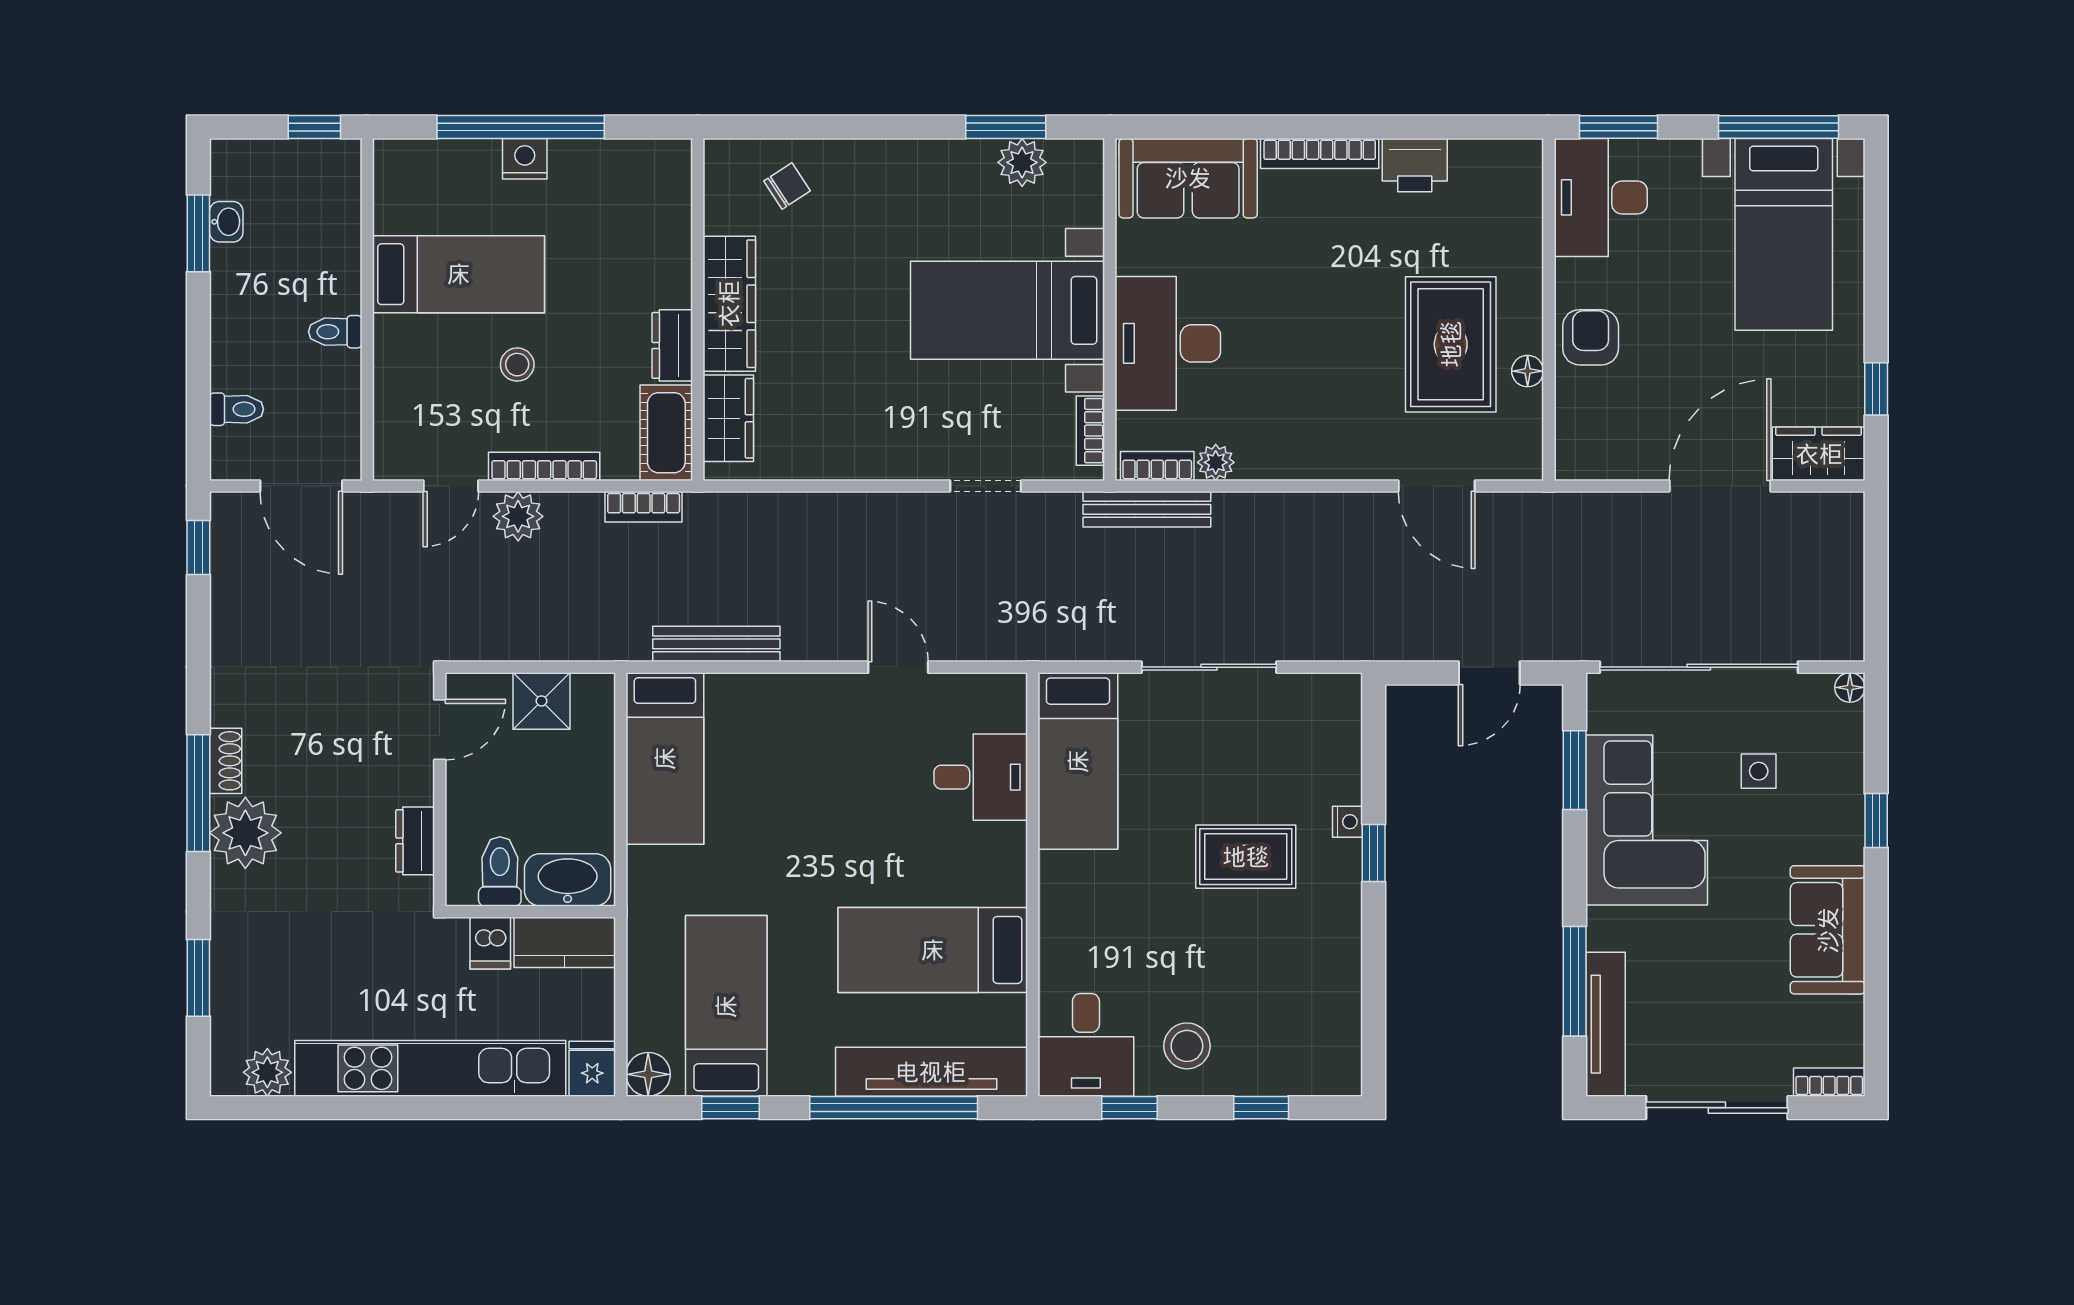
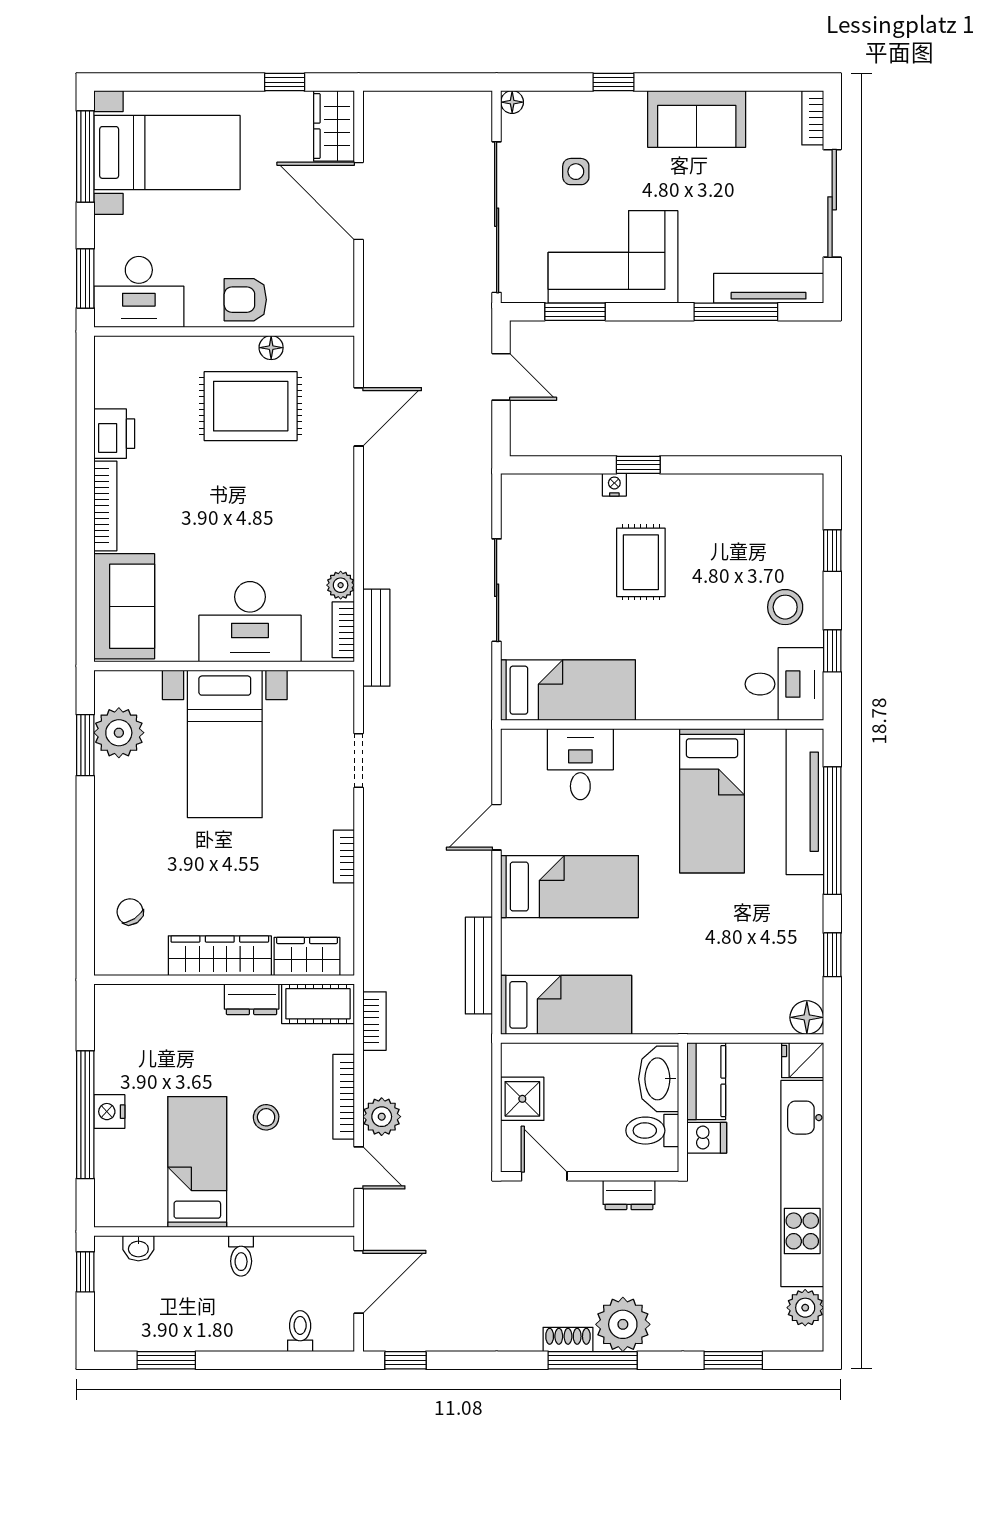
plant: (1022, 162) -> (119, 733), width x1.36, depth x1.36
washbasin: (226, 222) -> (138, 1248), moved, turned 180
bookcase: (1090, 431) -> (344, 856), moved, turned 90
bed: (726, 1006) -> (570, 887), moved, turned 180

